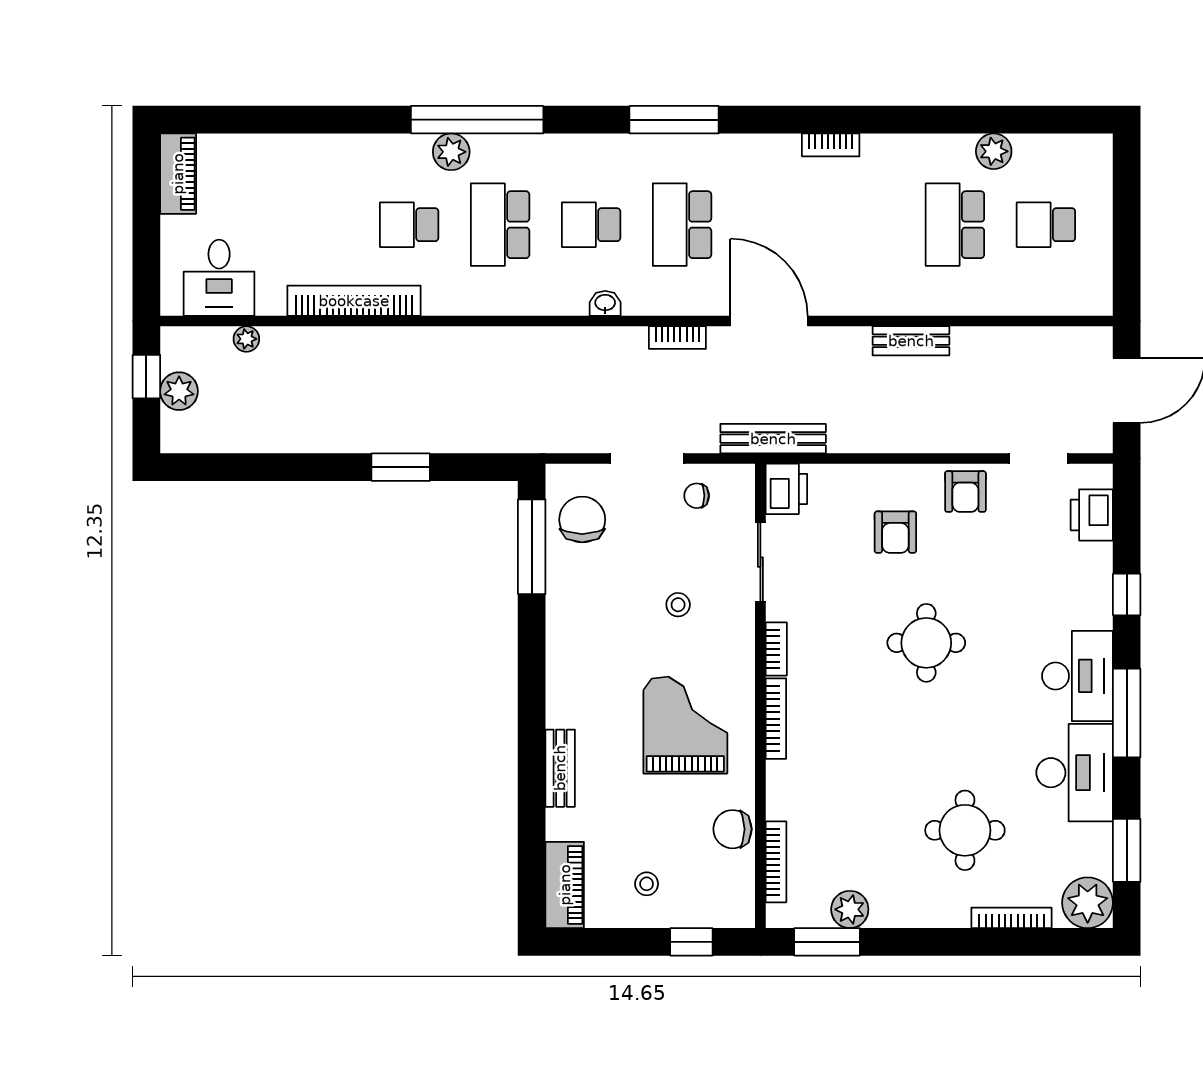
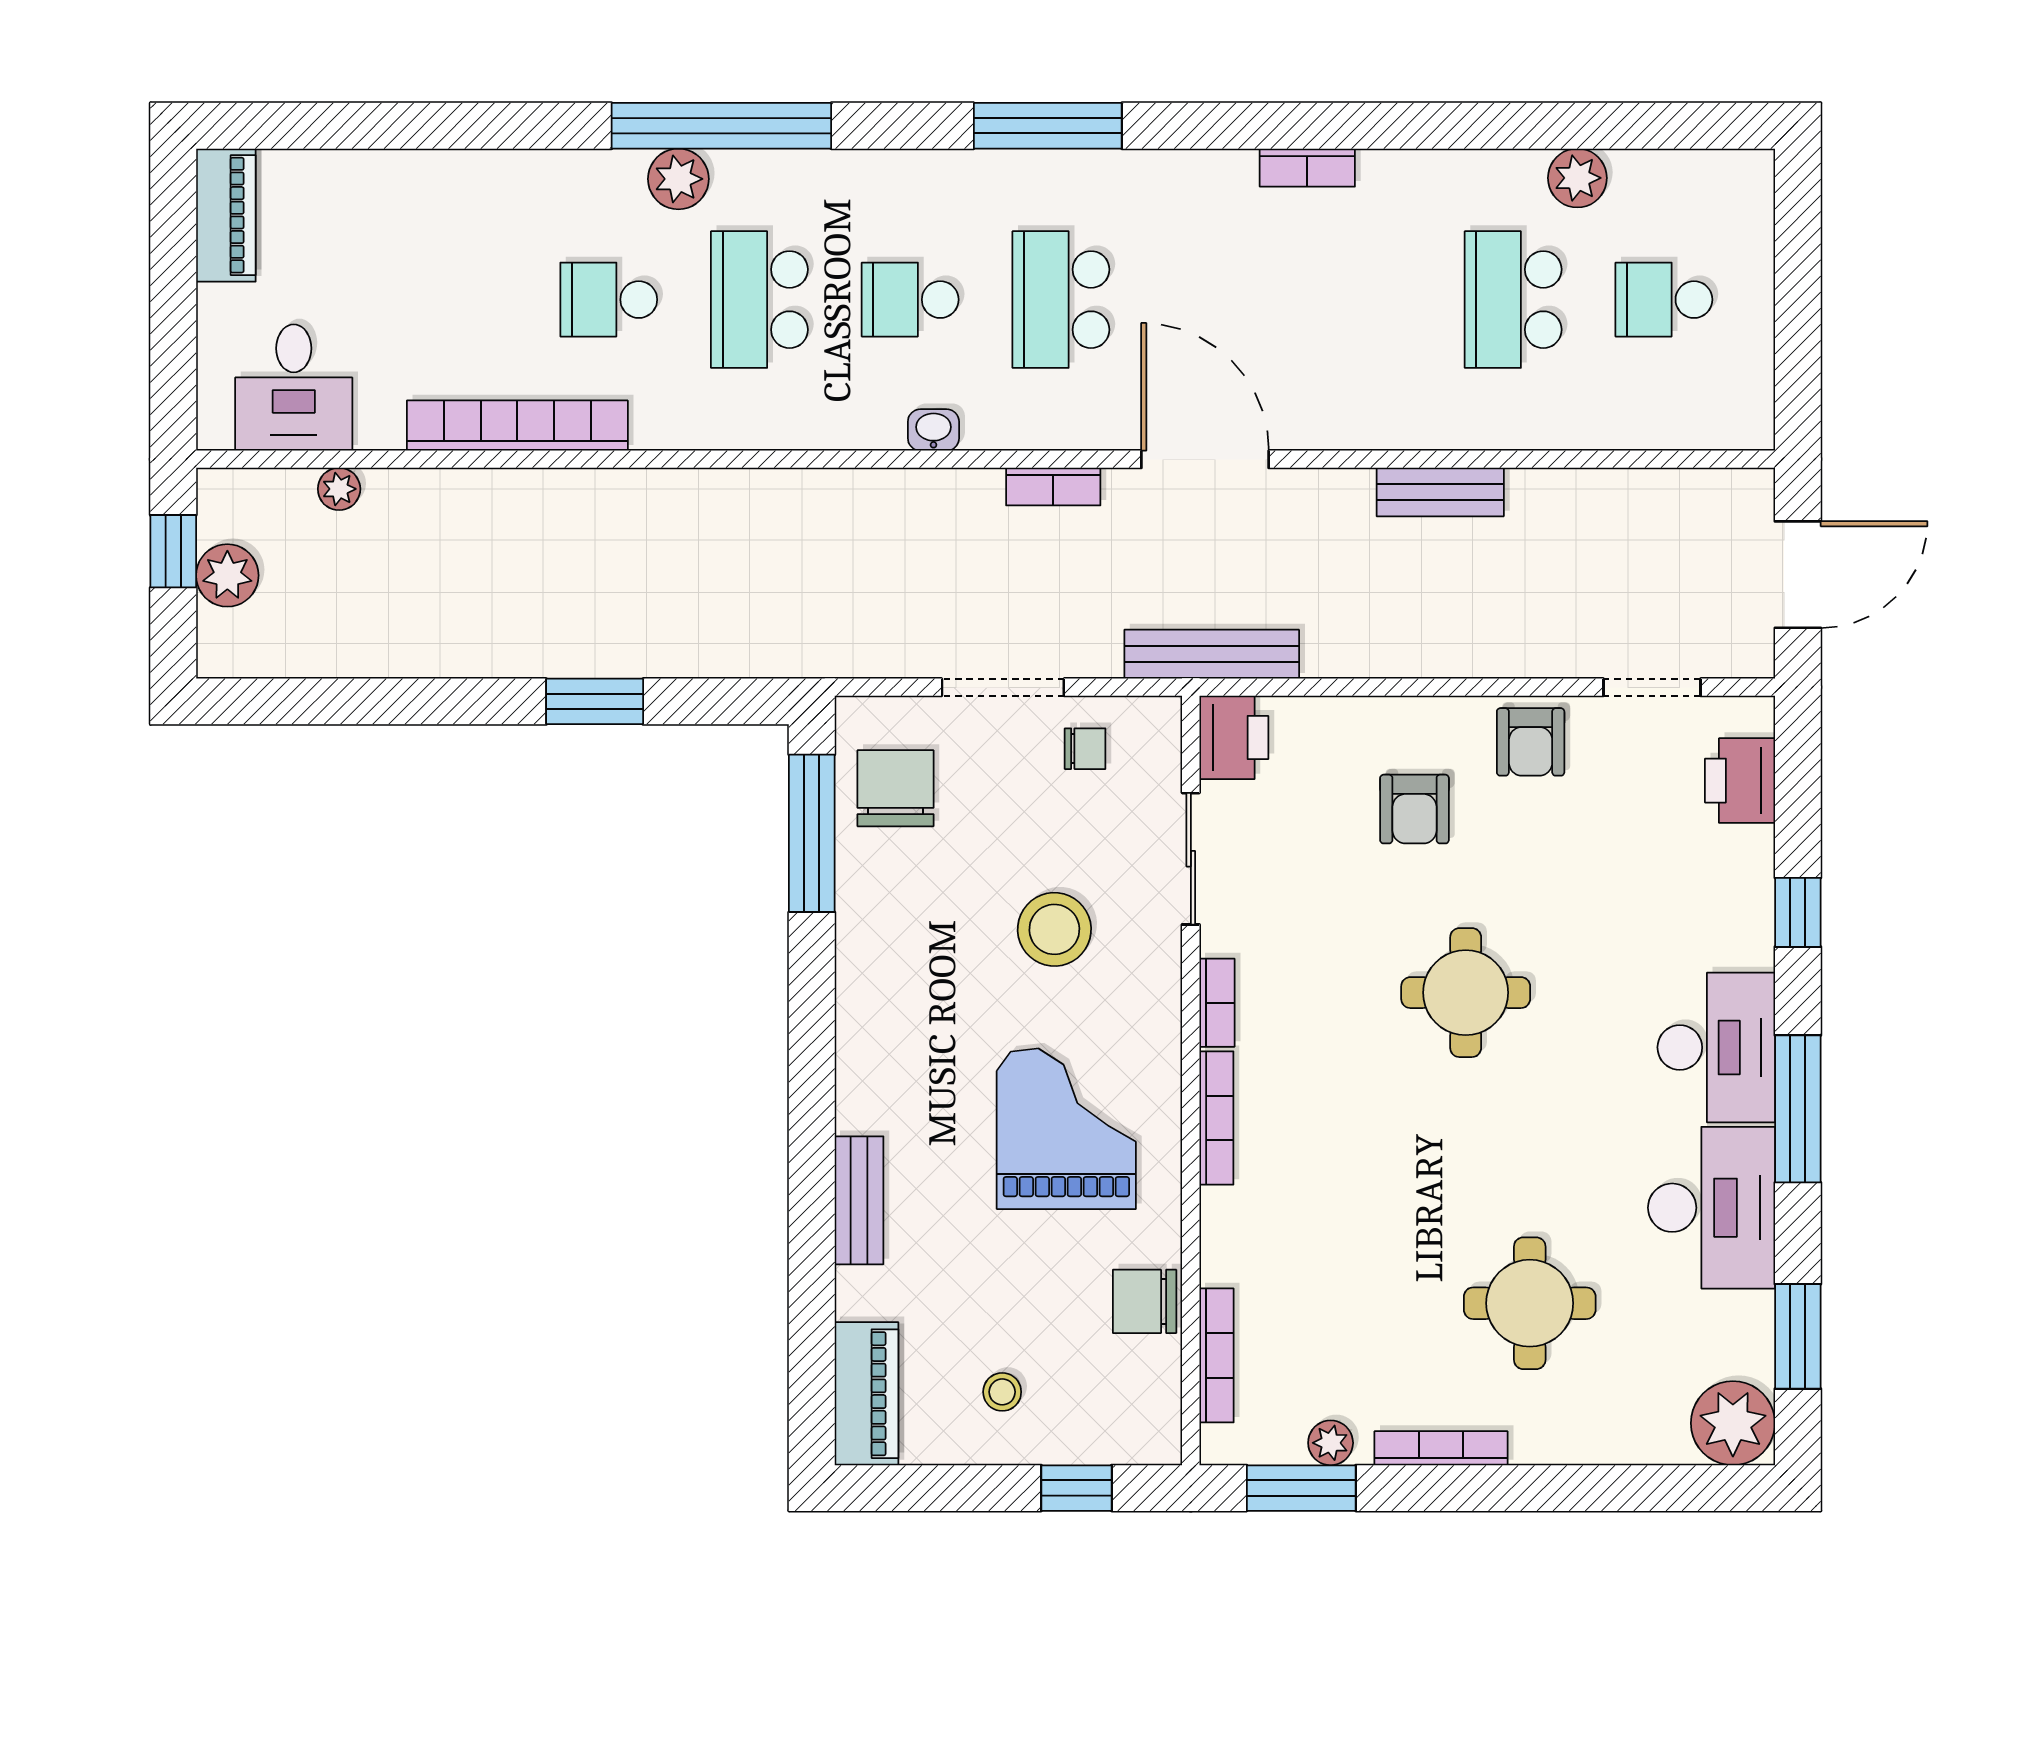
chair: (697, 496) -> (1085, 749), turned 180
stool: (678, 605) -> (1054, 929), width x1.89, depth x1.89
plant: (850, 909) -> (1331, 1443), width x0.73, depth x0.73
bookcase: (1011, 918) -> (1441, 1448), moved

